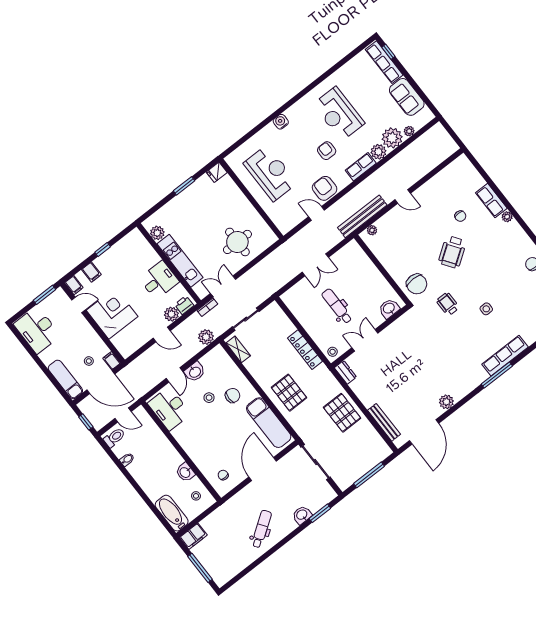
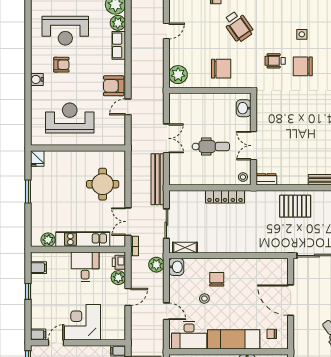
armchair: (327, 151) -> (61, 65), moved, turned 180
bench: (362, 216) -> (157, 179), moved
plant: (372, 230) -> (178, 75), width x1.88, depth x1.88
filing cabinet: (91, 272) -> (39, 268), moved
chair: (417, 284) -> (221, 69), moved
dental chair: (337, 306) -> (211, 147), turned 180
chair: (461, 330) -> (303, 66), added
washbasin: (195, 372) -> (176, 267), moved
pallet: (289, 393) -> (248, 235), removed
exam couch: (269, 423) -> (234, 339), moved, turned 180

